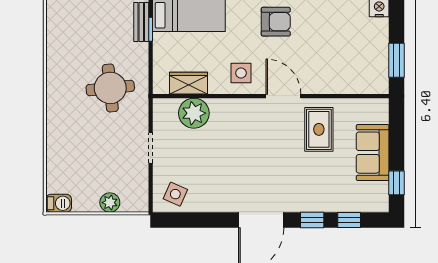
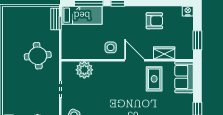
armchair: (276, 22) -> (154, 21), moved
wardrobe: (188, 83) -> (164, 53), moved
sofa: (373, 153) -> (184, 77), moved

